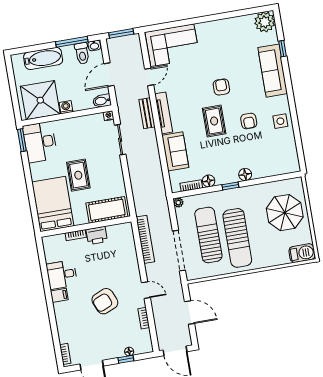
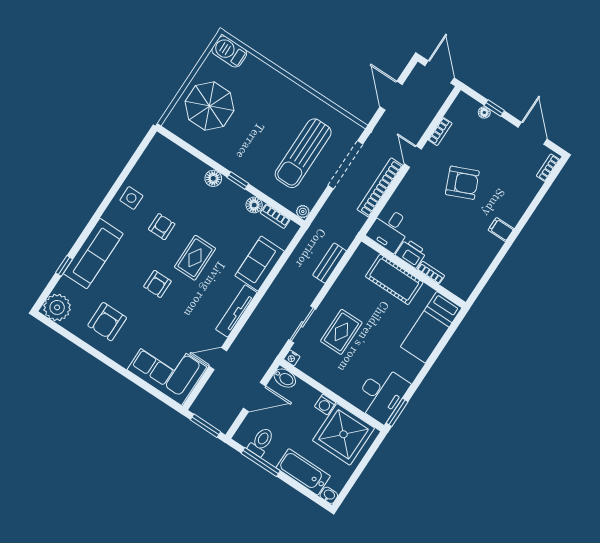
armchair: (230, 40) -> (107, 322), added
washbasin: (94, 46) -> (329, 495), moved
bench: (147, 113) -> (330, 263), moved
rug: (78, 175) -> (341, 332), moved
bed: (53, 204) -> (431, 327), width x0.67
cot: (107, 210) -> (394, 279), moved
sun lounger: (237, 238) -> (278, 124), removed
bookcase: (145, 239) -> (380, 187), moved
desk: (62, 275) -> (389, 230), moved, turned 90

